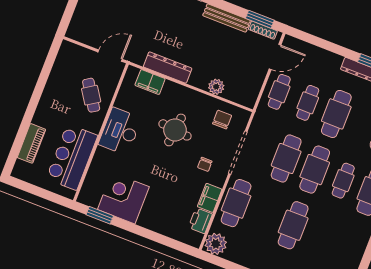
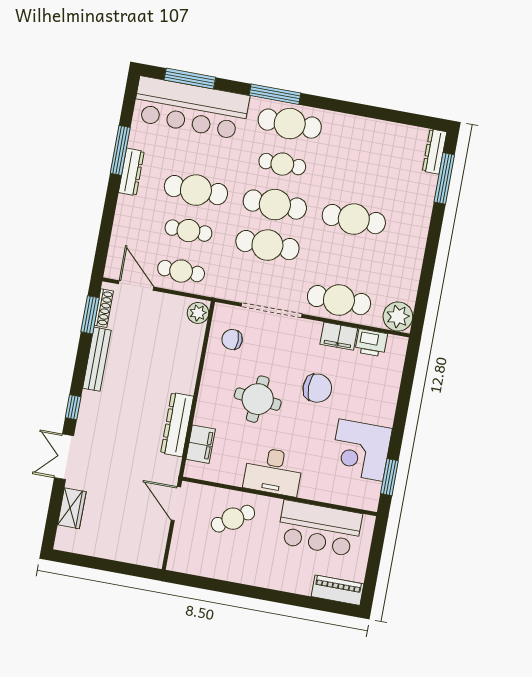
plant: (216, 87) -> (198, 313), moved
piano: (31, 143) -> (337, 590), moved
chair: (205, 164) -> (317, 388), moved, width x1.87, depth x1.87

